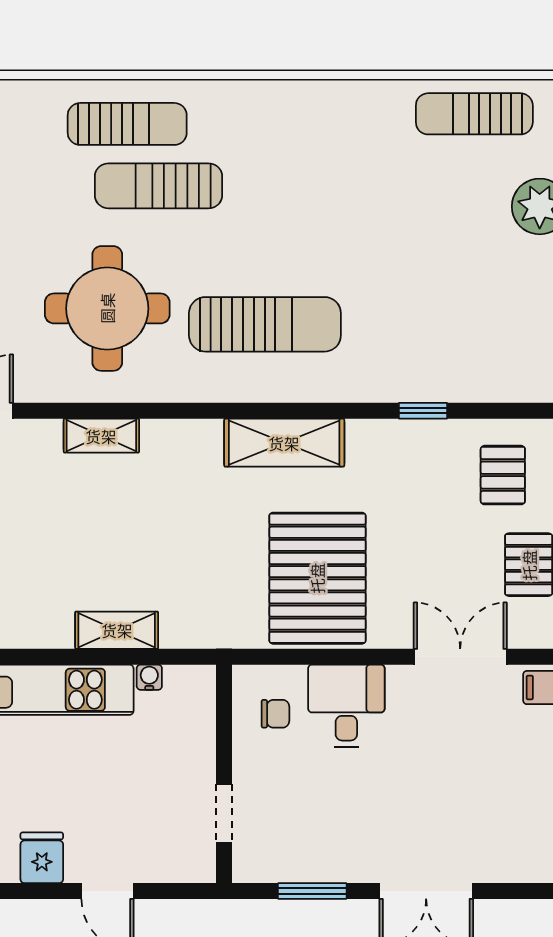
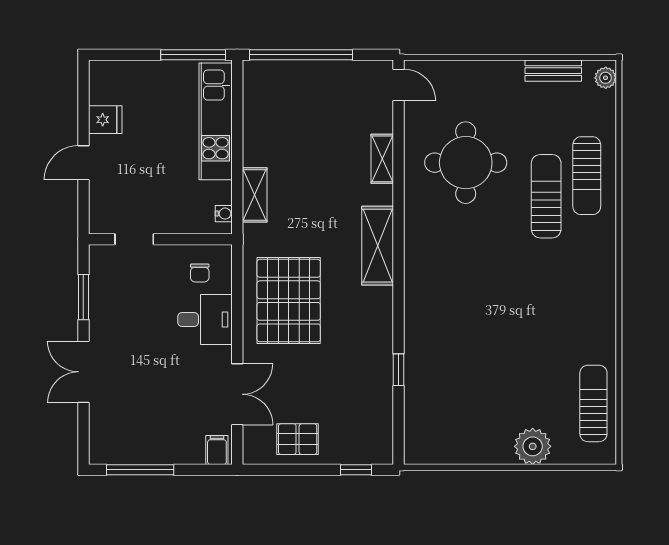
sun lounger: (265, 324) -> (455, 266), removed
shelving: (284, 443) -> (378, 246), moved
pallet: (503, 475) -> (356, 422), removed
pallet: (317, 578) -> (289, 301), turned 90
shelving: (117, 630) -> (255, 195), moved
water cooler: (149, 677) -> (224, 214), moved

